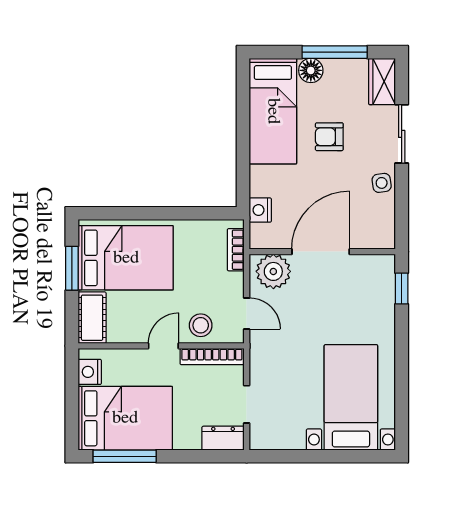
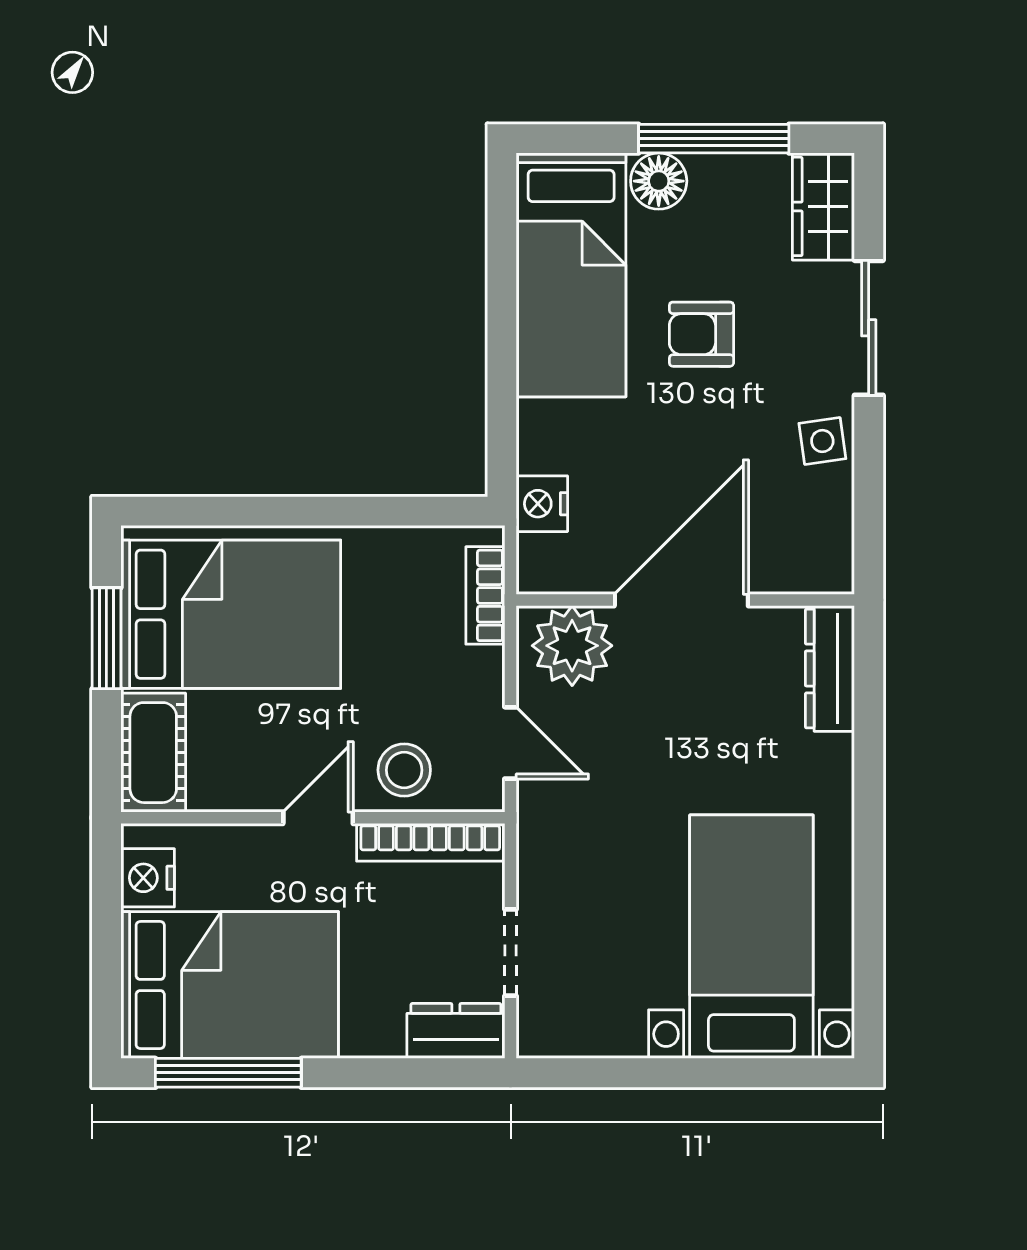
dresser: (385, 281) -> (830, 668), added
window: (402, 289) -> (869, 685), removed

